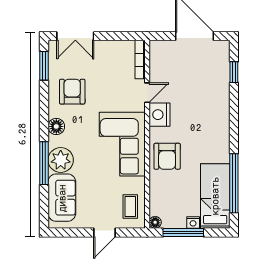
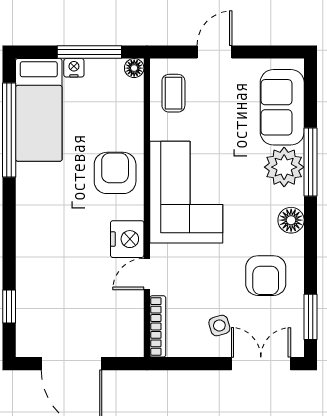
side table: (101, 60) -> (219, 326), added

